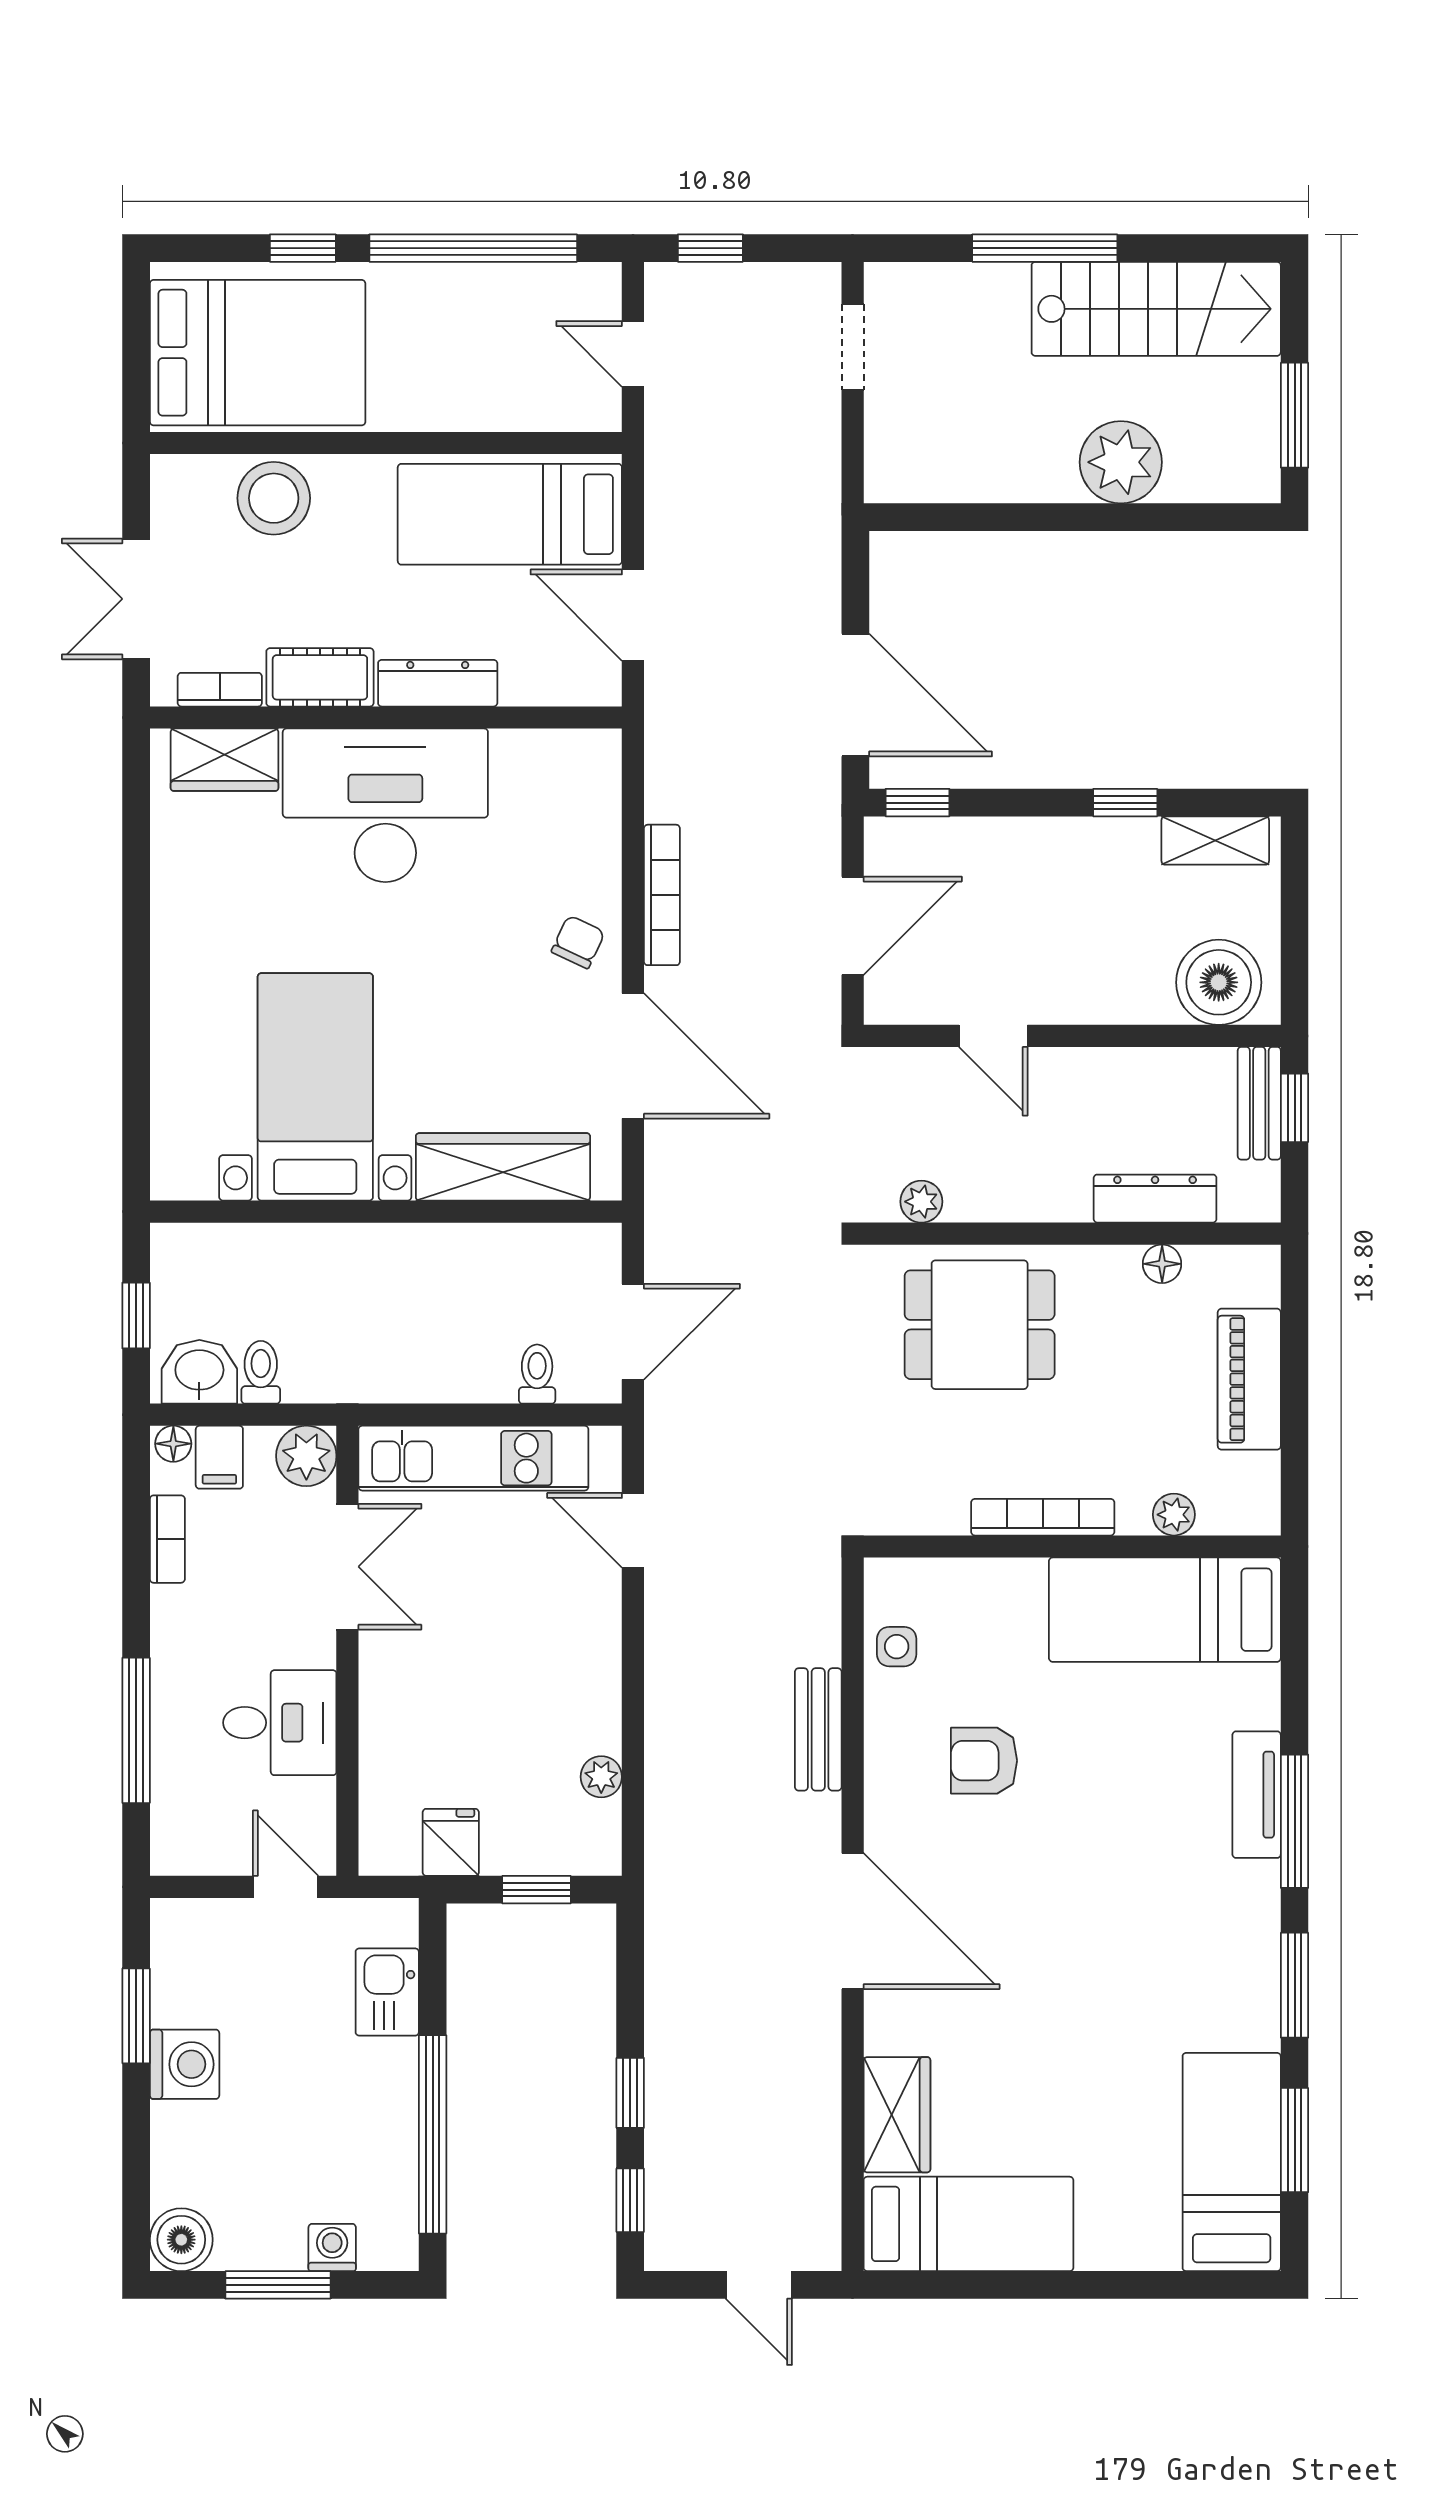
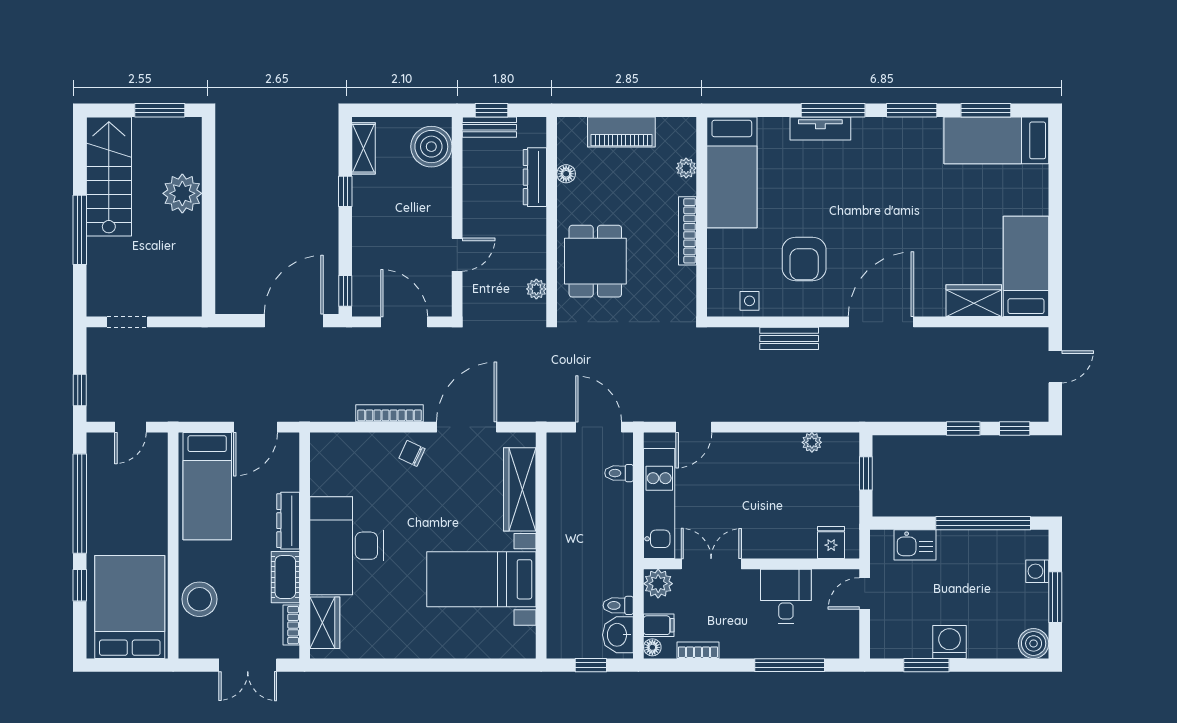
armchair: (984, 1761) -> (804, 259), width x1.38, depth x1.38
fridge: (451, 1842) -> (831, 543), moved, turned 90

